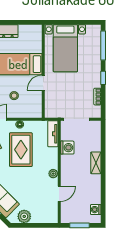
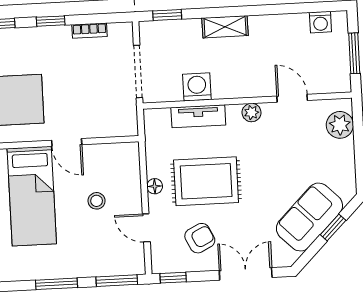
tv unit: (53, 134) -> (198, 116), moved
window: (103, 135) -> (167, 15), added
plant: (24, 216) -> (340, 125), moved

